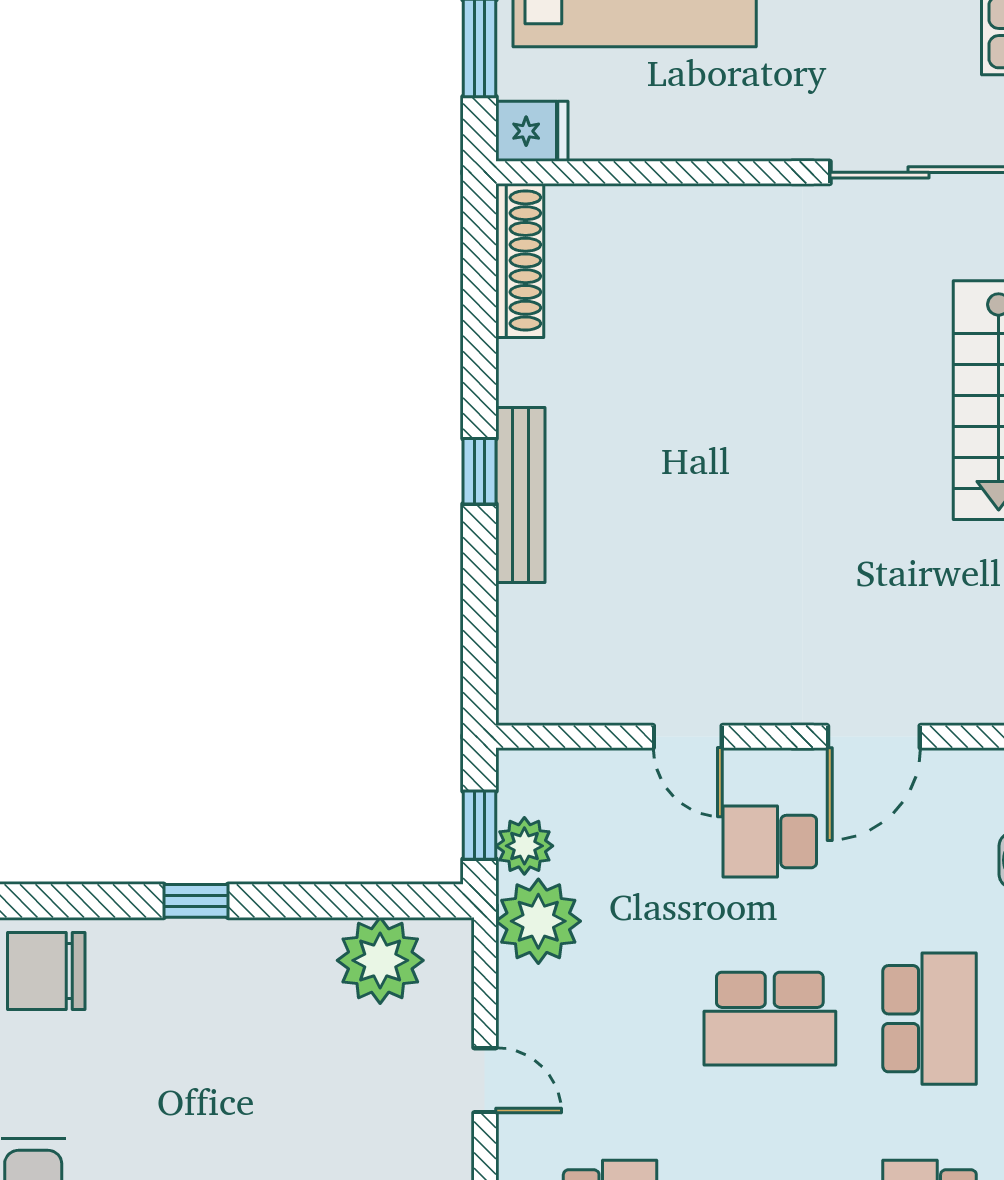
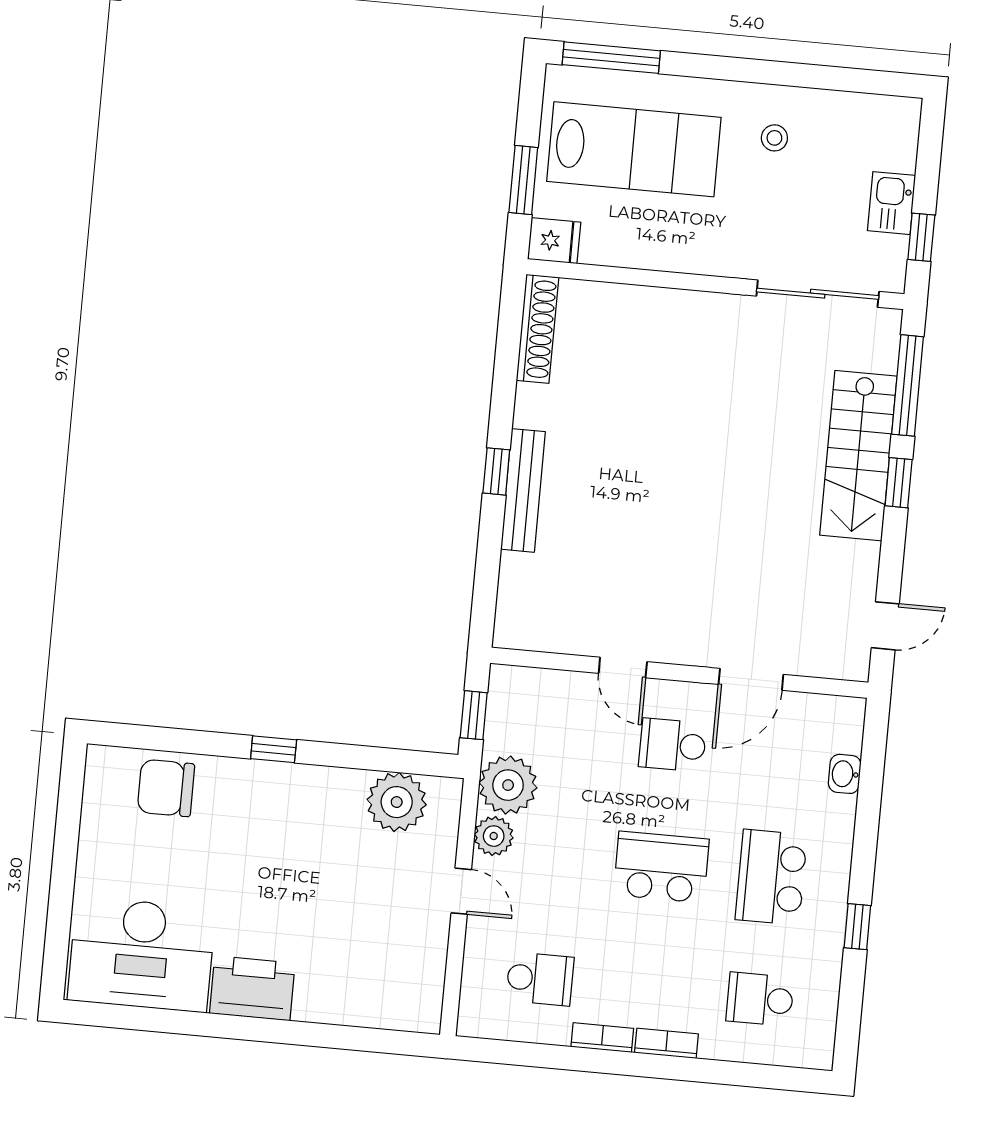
plant: (524, 846) -> (494, 836), moved
school desk: (770, 1019) -> (661, 867), turned 180
school desk: (930, 1019) -> (771, 877), turned 180

